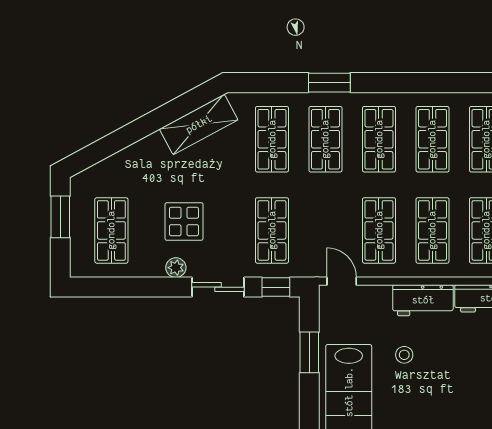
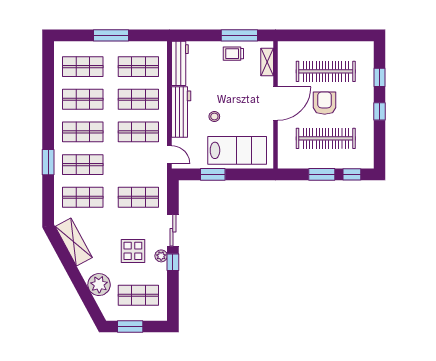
plant: (129, 166) -> (99, 285), added
door: (342, 281) -> (169, 155), swing flipped
window: (276, 287) -> (173, 262), moved
workbench: (423, 300) -> (181, 112), width x1.38

